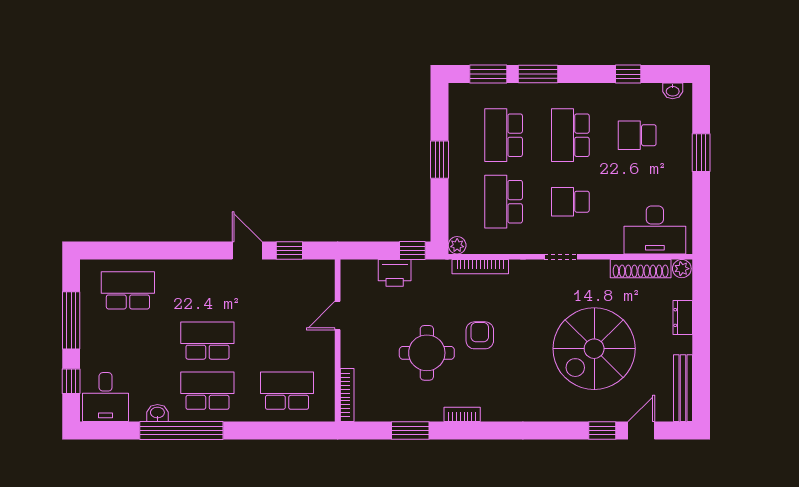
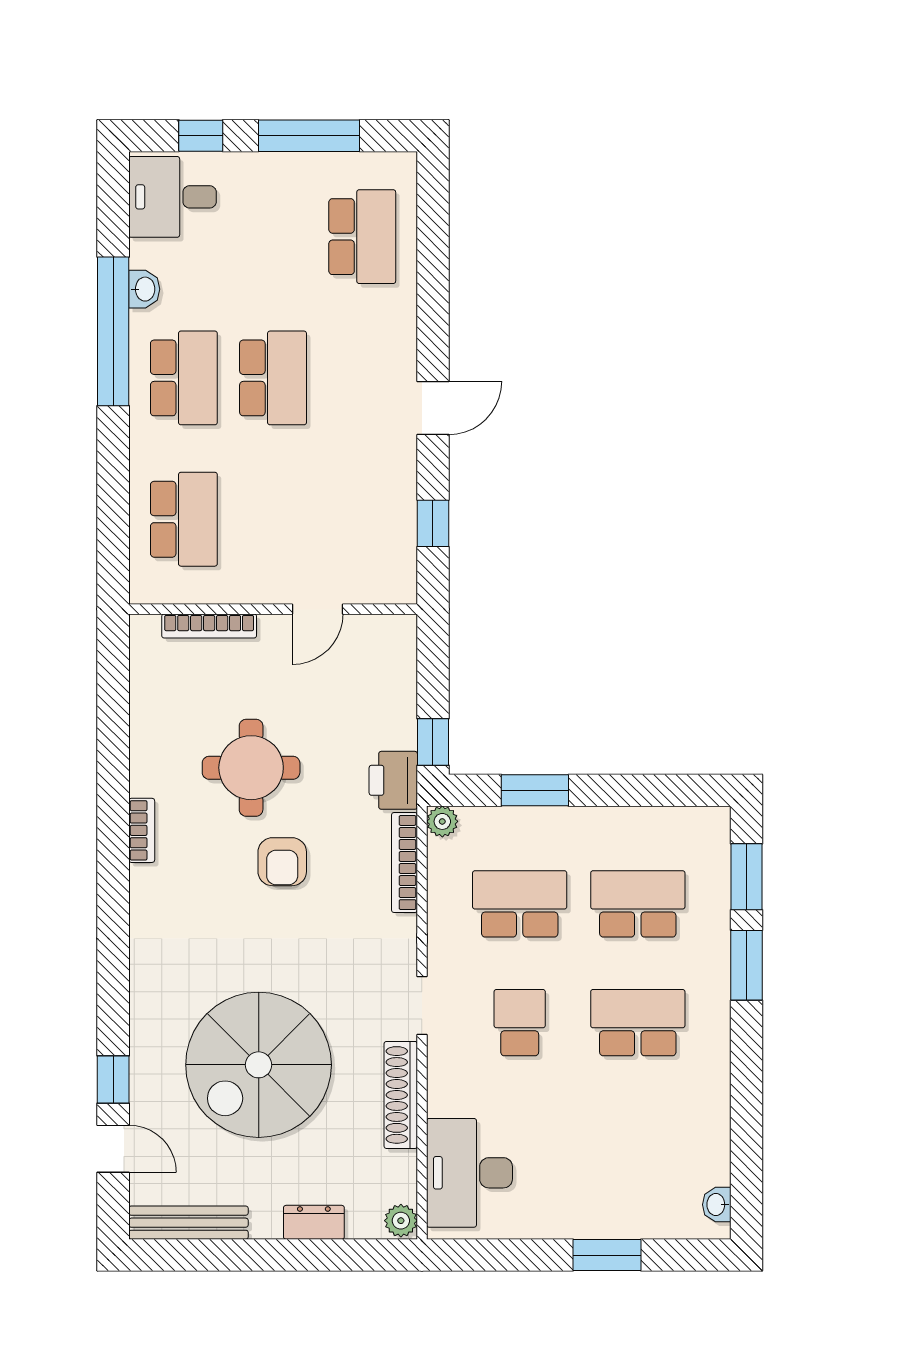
window: (628, 74) -> (746, 1125), removed
school desk: (637, 135) -> (638, 1141), removed
window: (440, 160) -> (535, 790), moved
door: (247, 251) -> (433, 408), moved
shoe rack: (641, 269) -> (401, 1095), moved
printer: (395, 273) -> (393, 780), moved
door: (338, 315) -> (317, 609), swing flipped
armchair: (480, 335) -> (282, 862), turned 90
spiral stairs: (594, 349) -> (259, 1065), turned -90
bookcase: (347, 395) -> (209, 626), moved
window: (410, 431) -> (113, 738), removed

